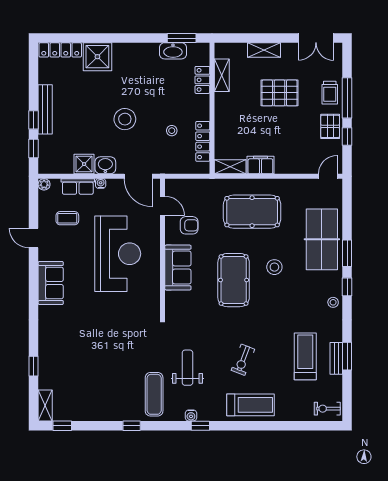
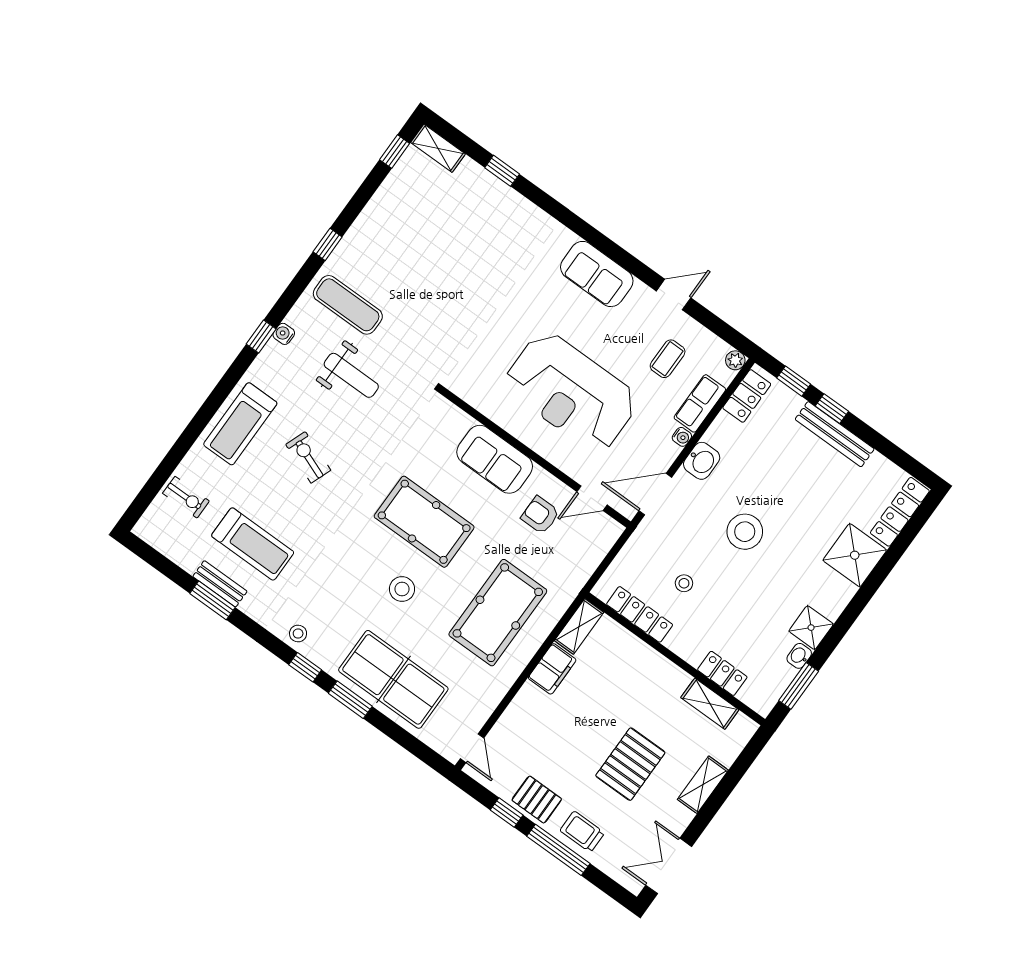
washbasin: (173, 51) -> (799, 656), width x0.52, depth x0.69
shower: (84, 164) -> (811, 628), moved
locker: (58, 166) -> (747, 396), added
armchair: (189, 225) -> (540, 515), turned 90
exercise bike: (327, 409) -> (186, 497), moved, turned 90

